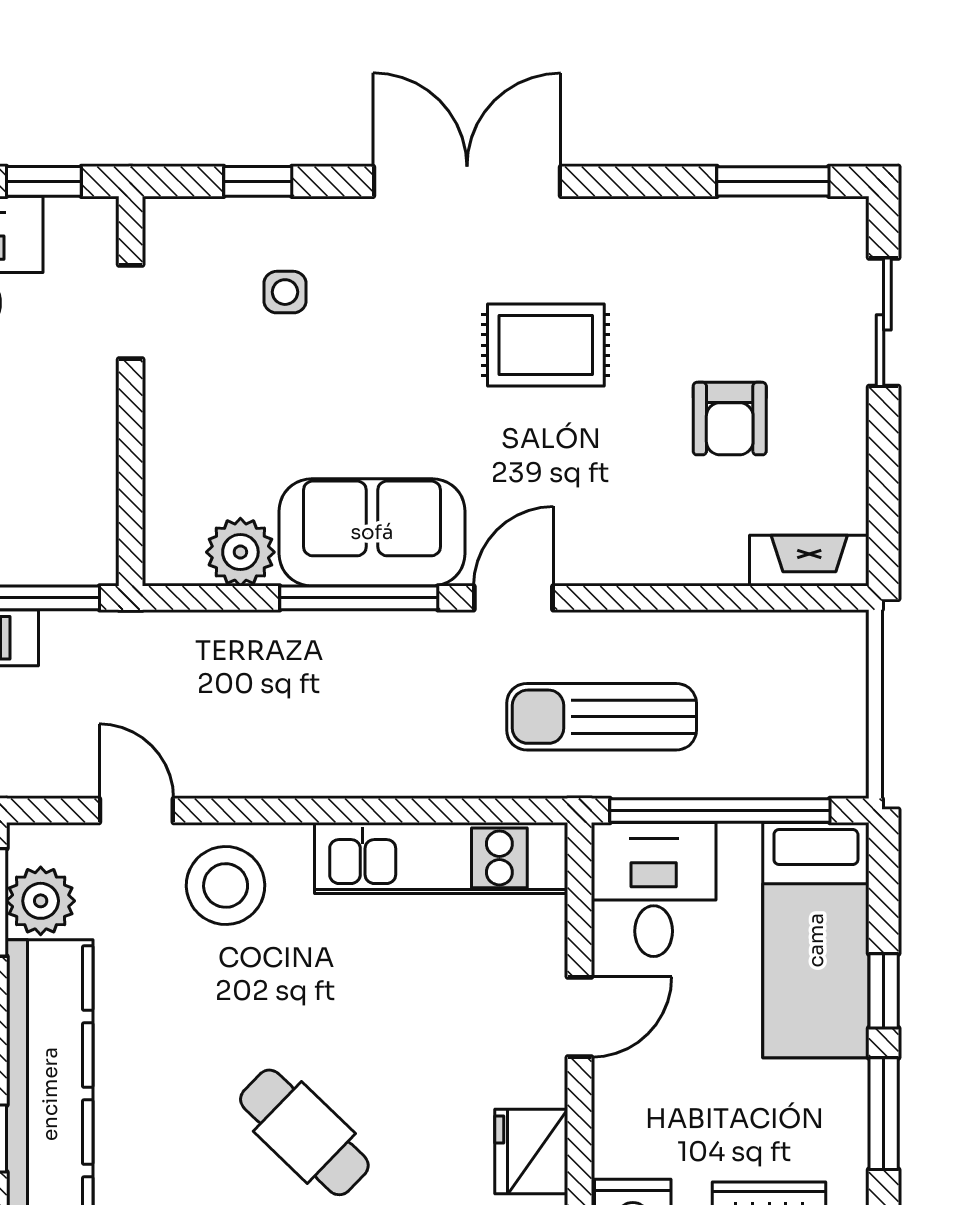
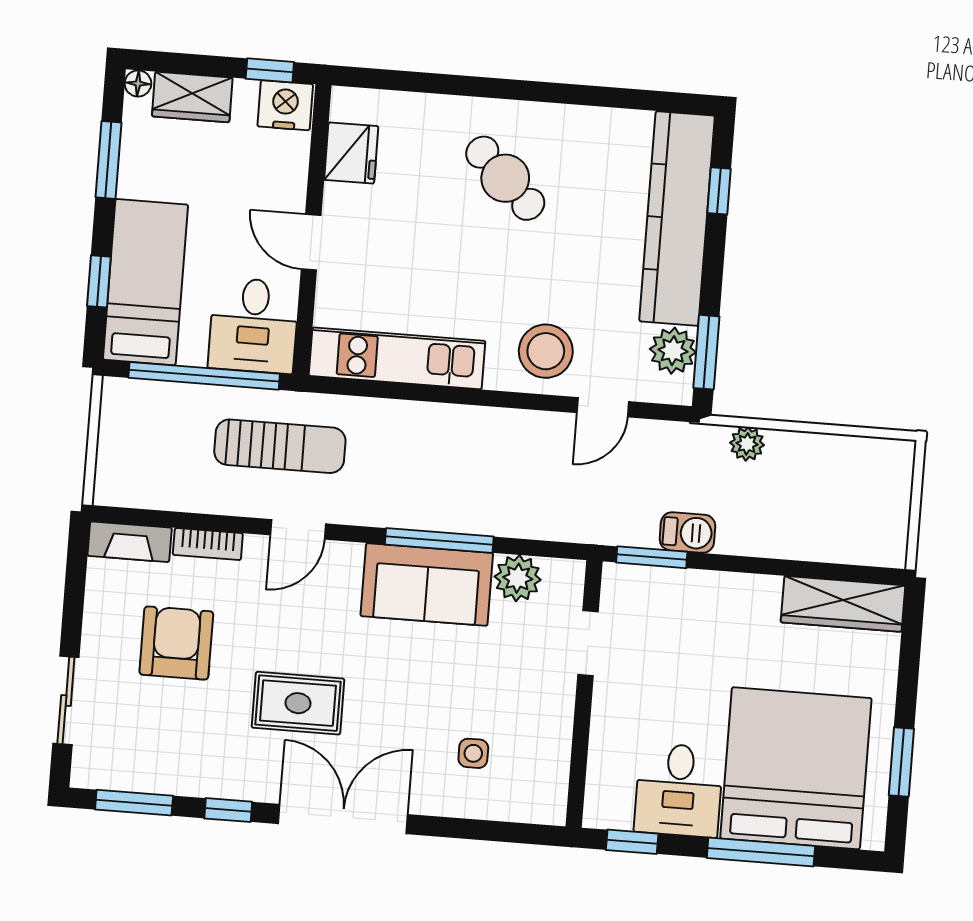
window: (258, 181) -> (228, 810), moved
double door: (467, 181) -> (343, 819), swing flipped
doorway: (131, 312) -> (588, 643), moved
armchair: (730, 419) -> (176, 643), width x1.38, depth x1.38
bookcase: (695, 566) -> (208, 544), added
door: (513, 598) -> (298, 529), moved
door: (136, 810) -> (603, 407), hinge flipped
window: (884, 991) -> (99, 281), moved
door: (580, 1017) -> (311, 242), hinge flipped

